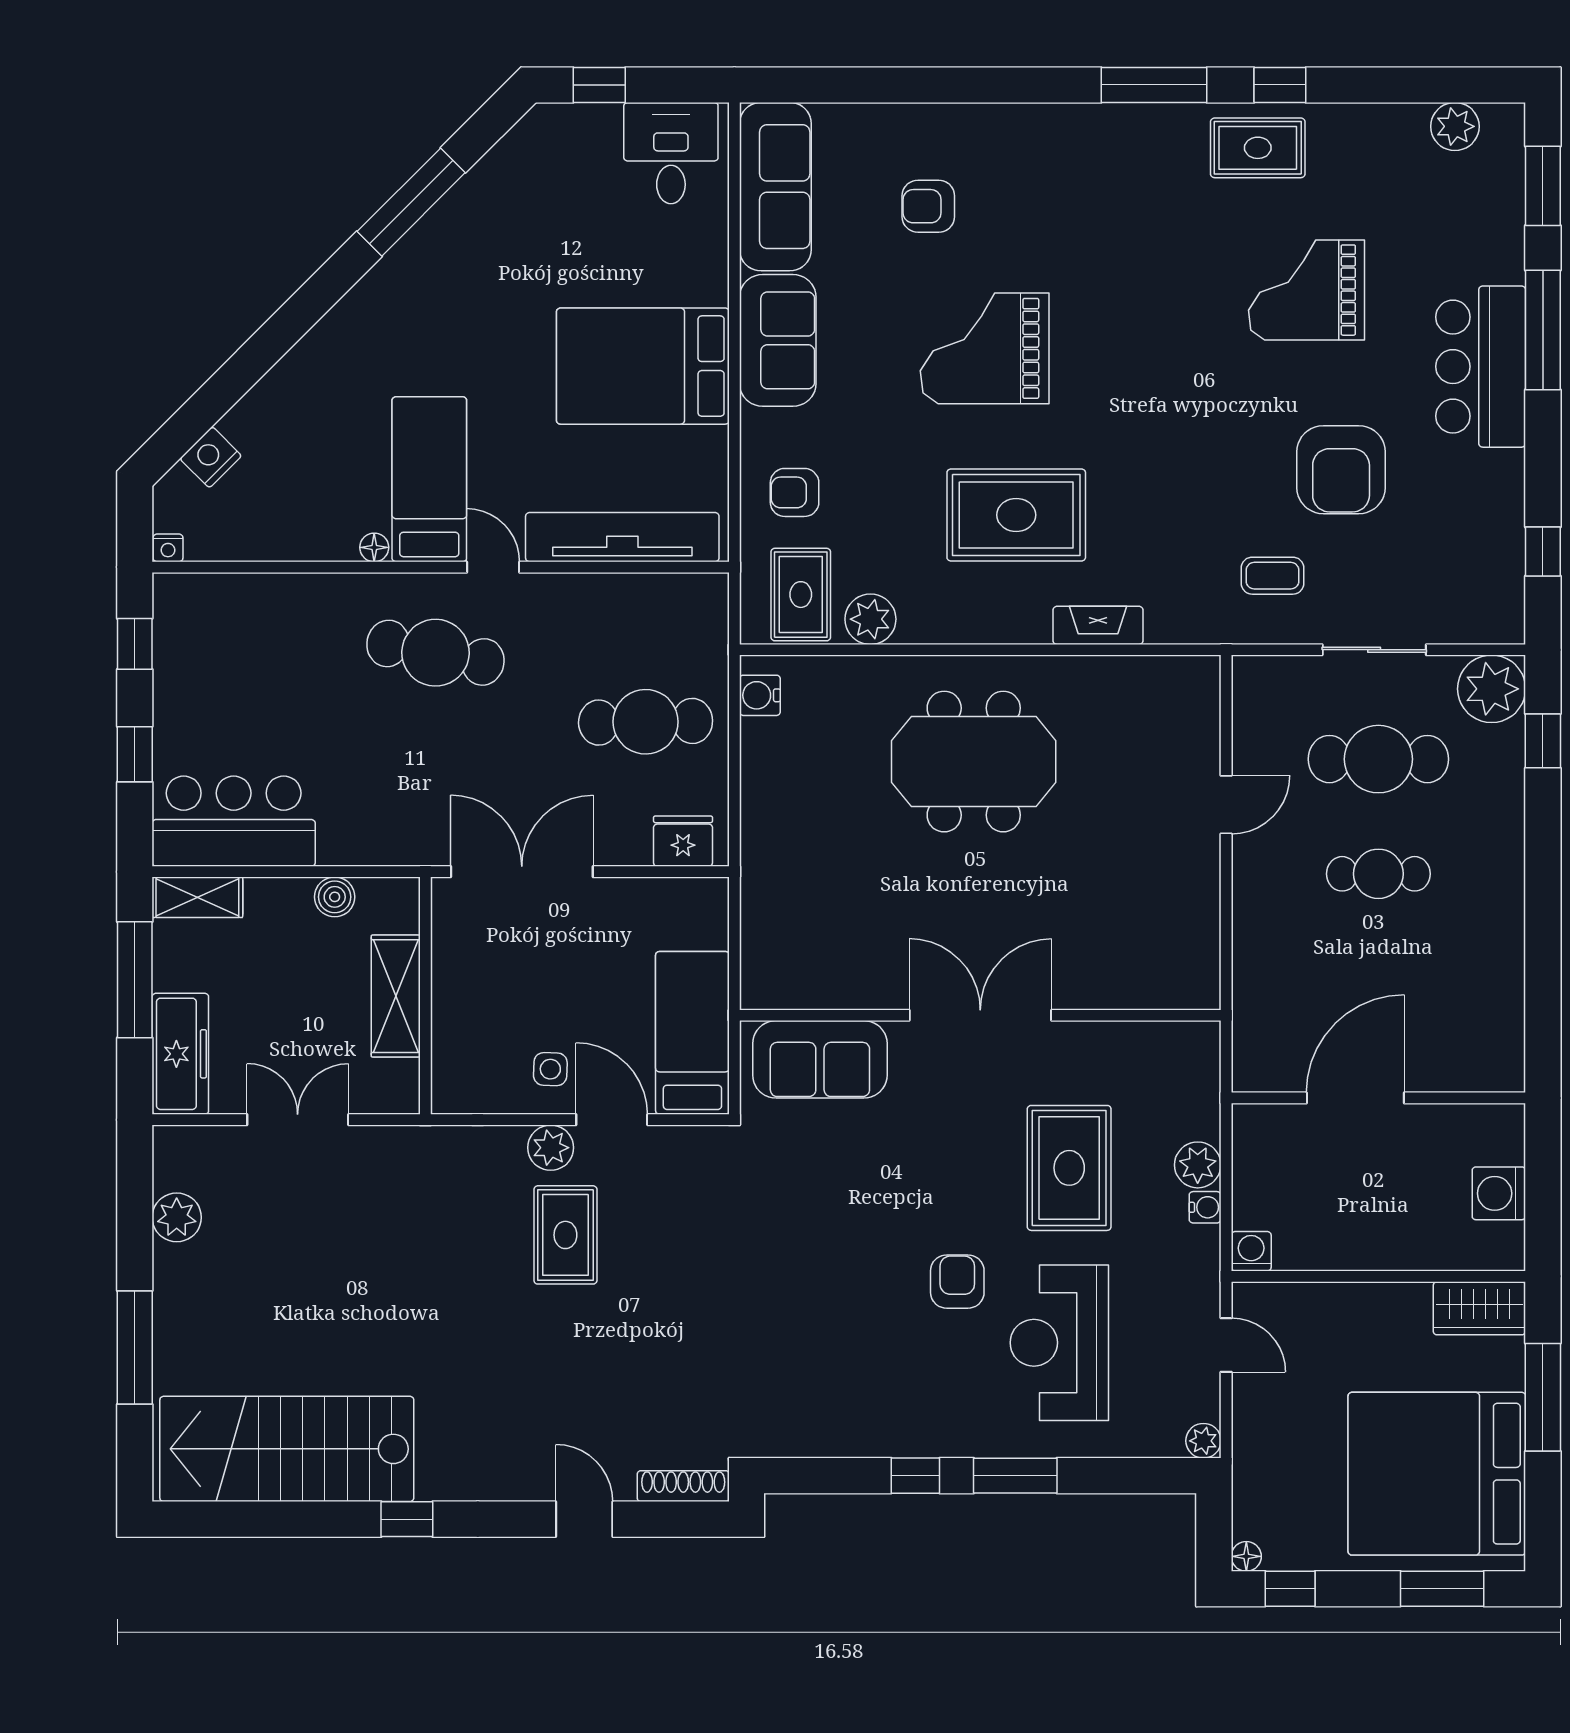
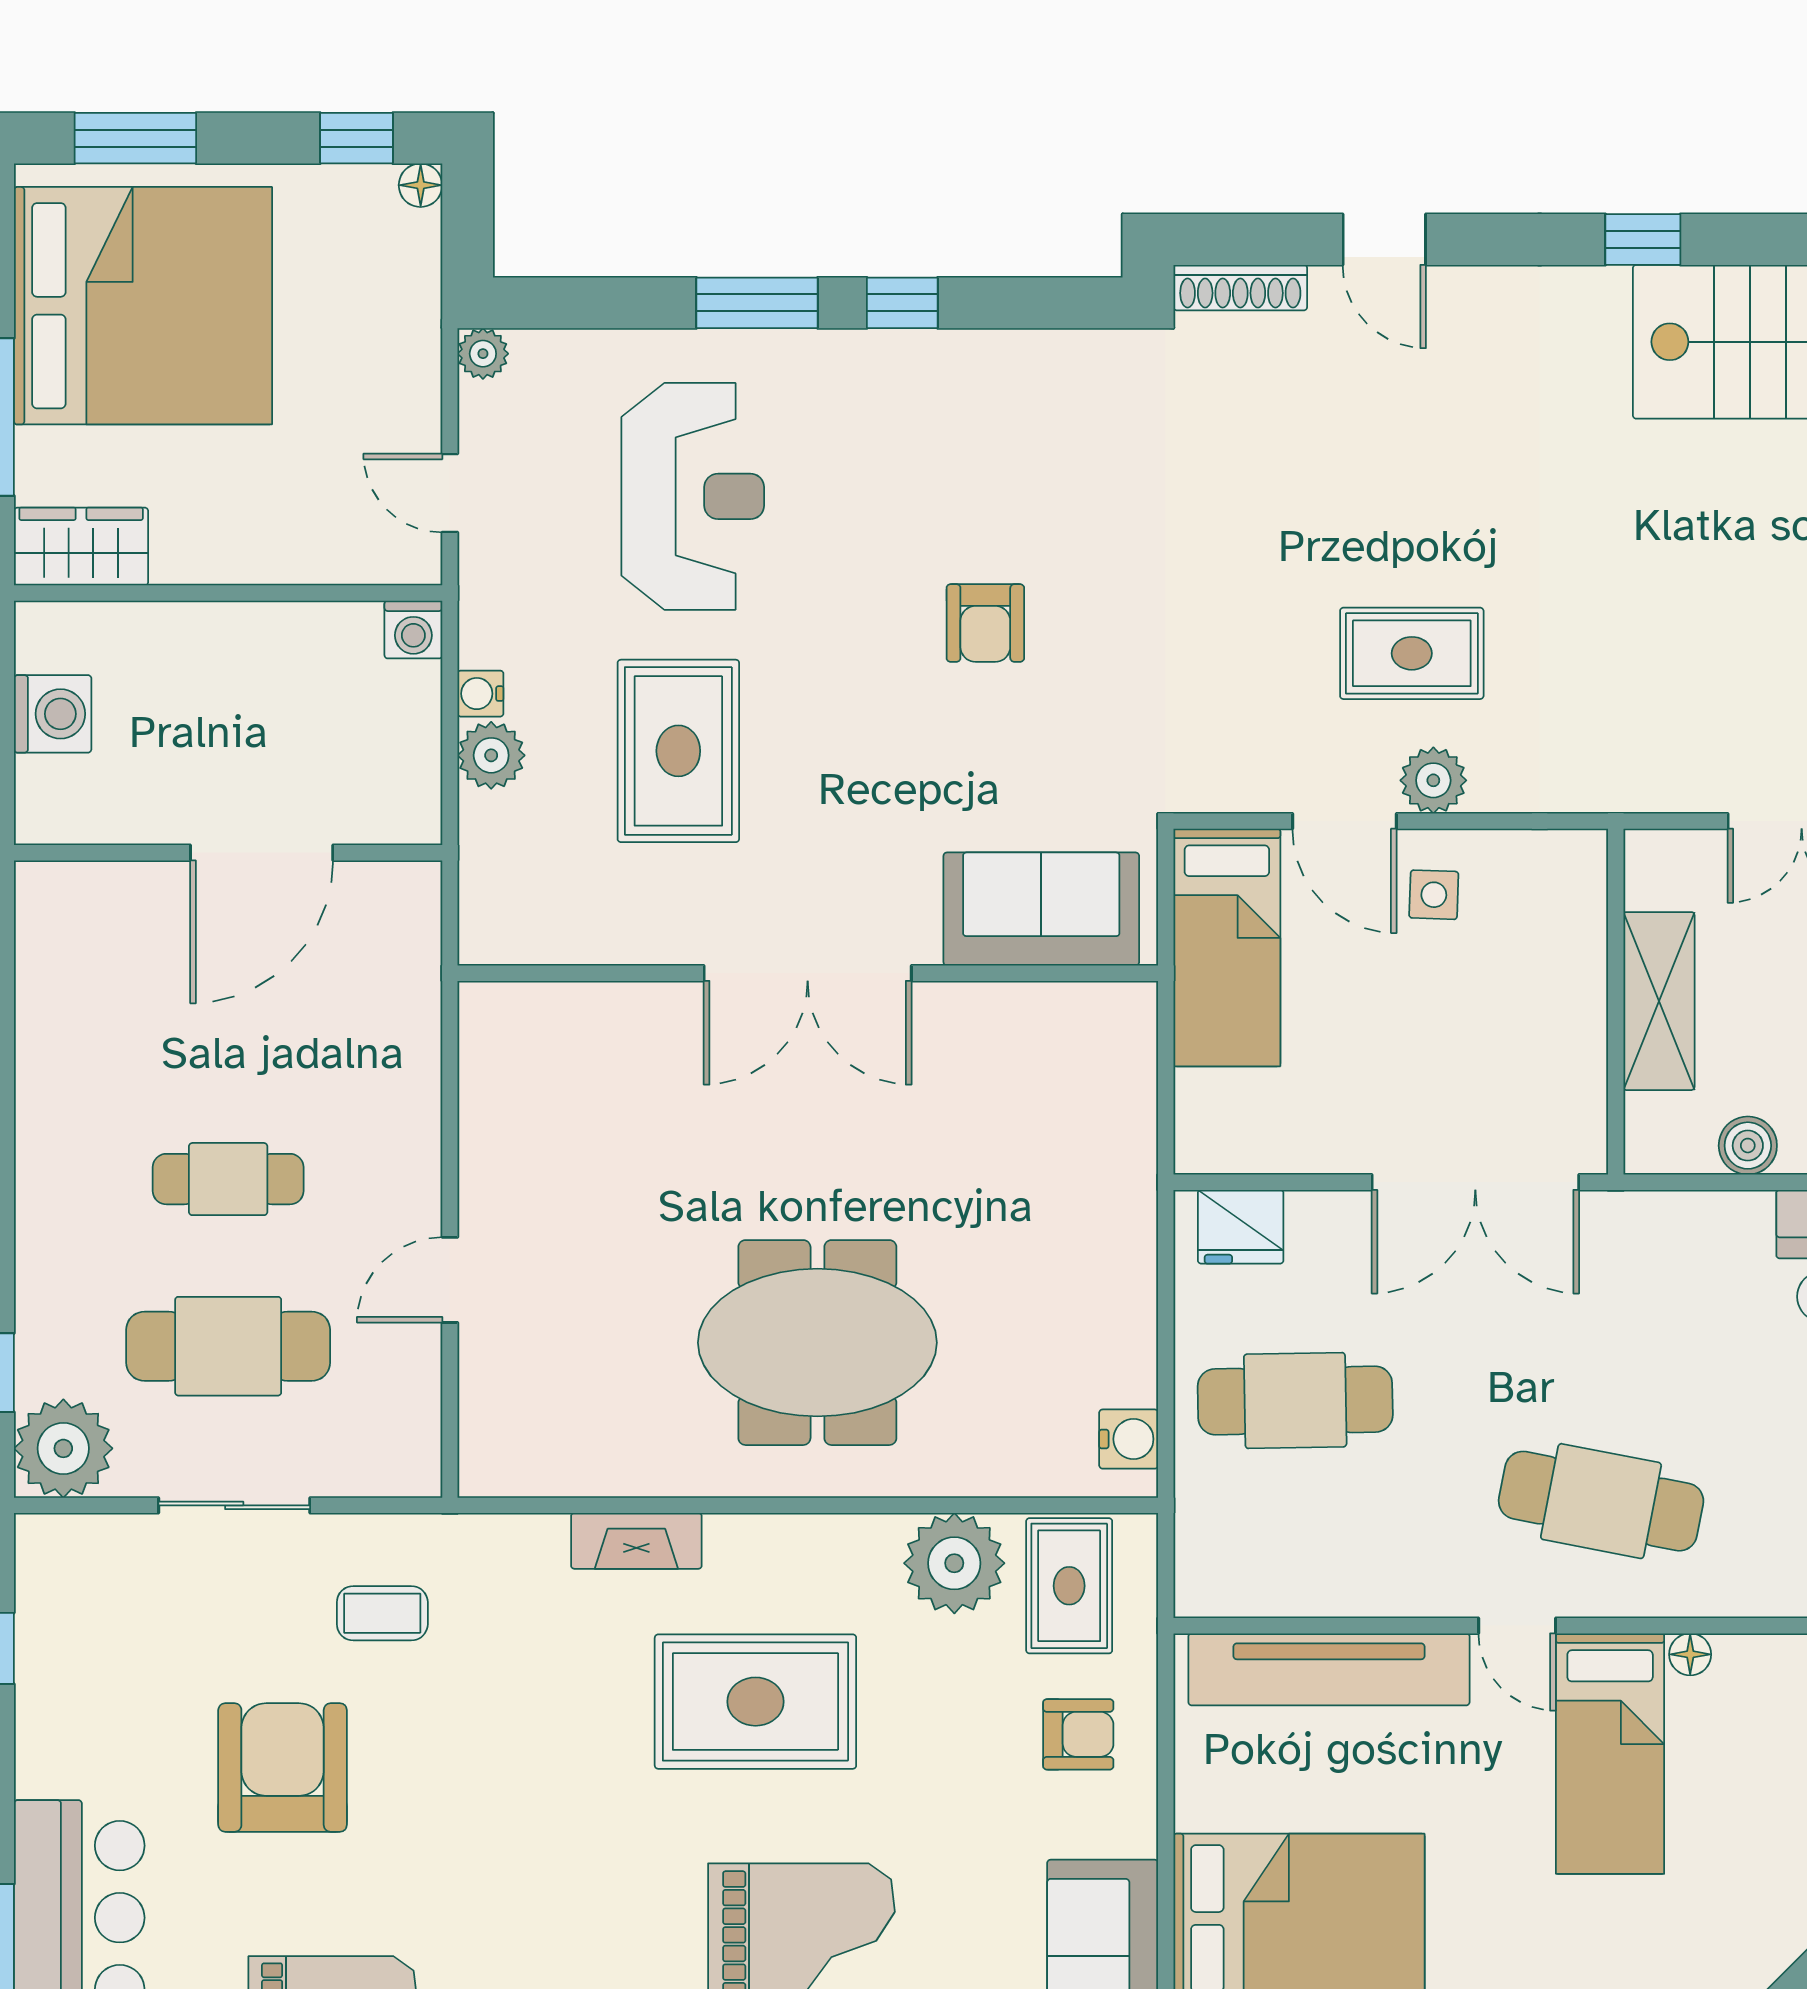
plant: (870, 619) -> (954, 1563), width x1.36, depth x1.36
rug: (565, 1235) -> (1412, 653), turned 90
armchair: (957, 1282) -> (985, 623), moved

